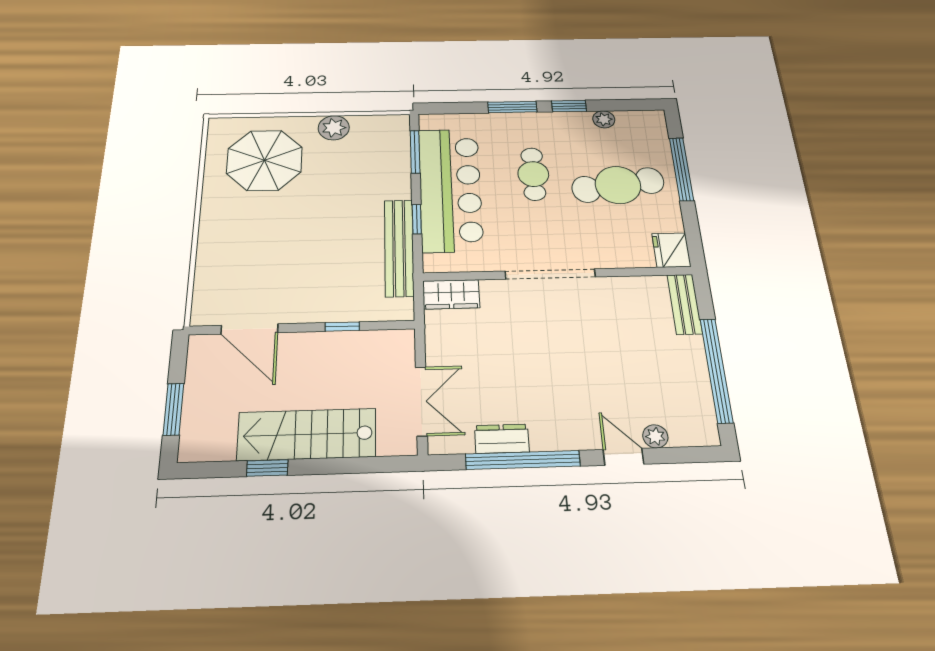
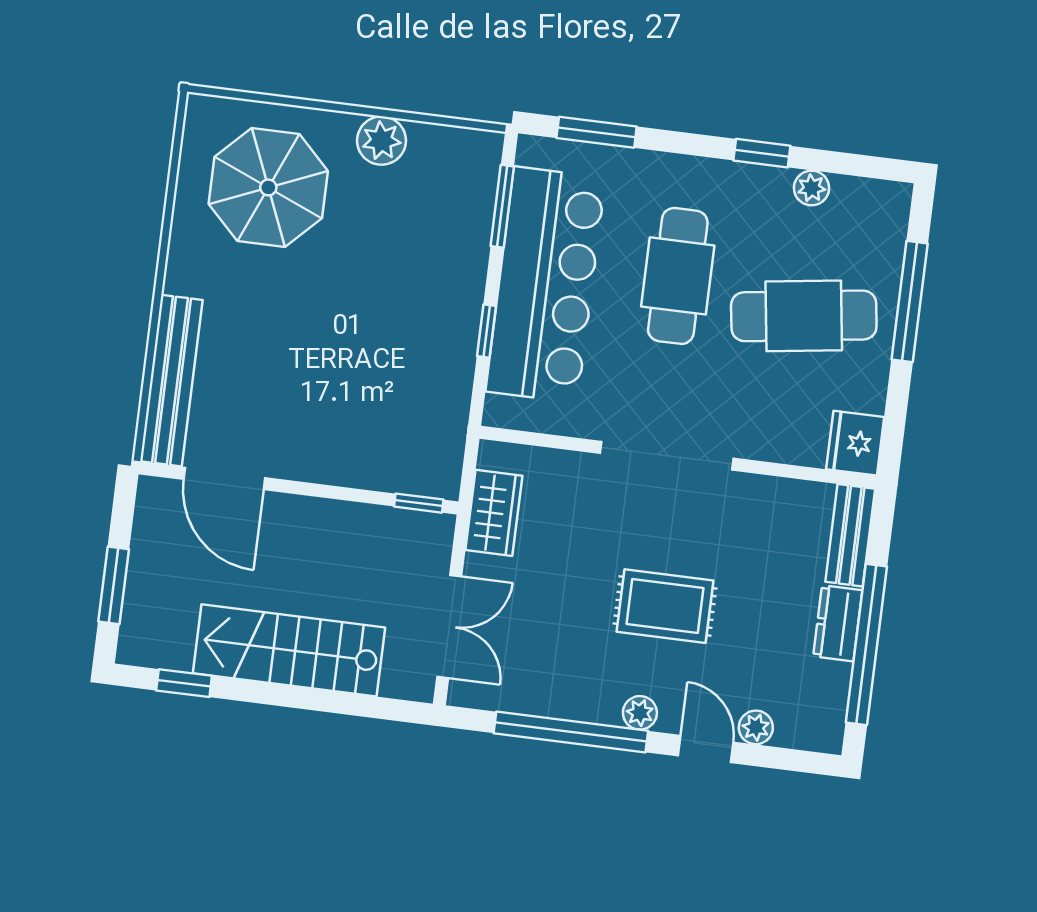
window: (512, 107) -> (597, 132), moved
cafe table: (533, 174) -> (678, 276), width x1.37, depth x1.35
bench: (399, 247) -> (171, 381), moved
wardrobe: (451, 294) -> (494, 513), moved, turned -90
window: (342, 327) -> (419, 503), moved
rug: (571, 366) -> (665, 606), added
dresser: (502, 439) -> (838, 623), moved, turned -90
plant: (570, 439) -> (640, 713), added
window: (267, 468) -> (184, 683), moved

